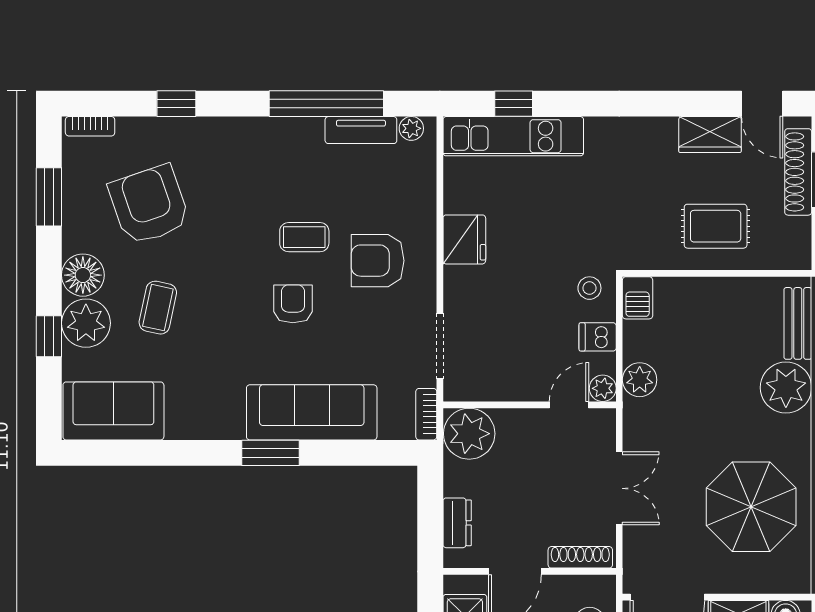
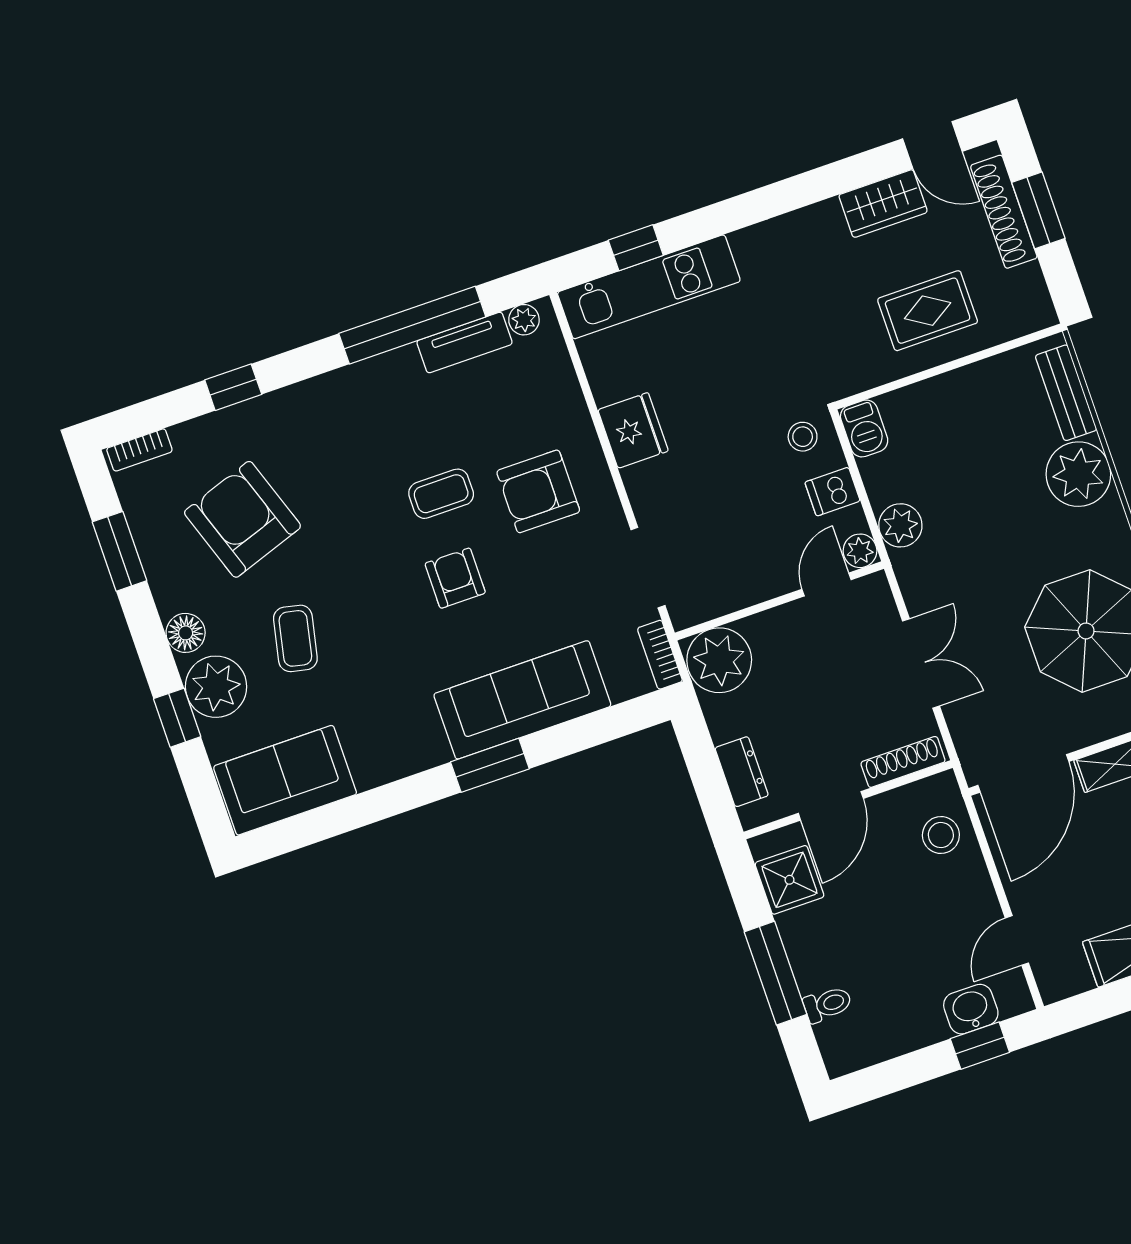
floor lamp: (83, 275) -> (186, 633), width x0.73, depth x0.73

